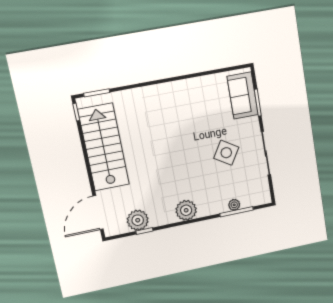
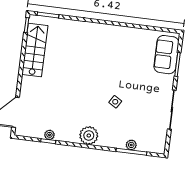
stairs: (104, 147) -> (35, 50), width x0.73, depth x0.66
side table: (226, 153) -> (115, 102), moved, width x0.54, depth x0.54
plant: (138, 220) -> (49, 135), width x0.53, depth x0.53

